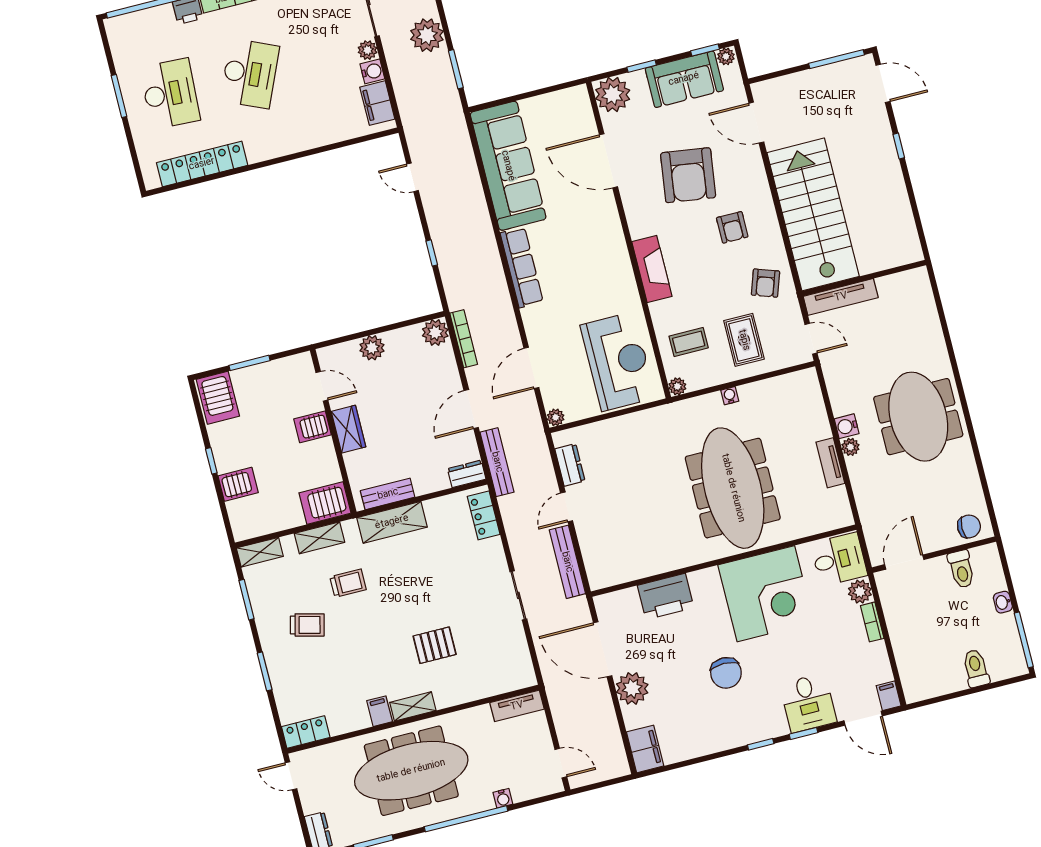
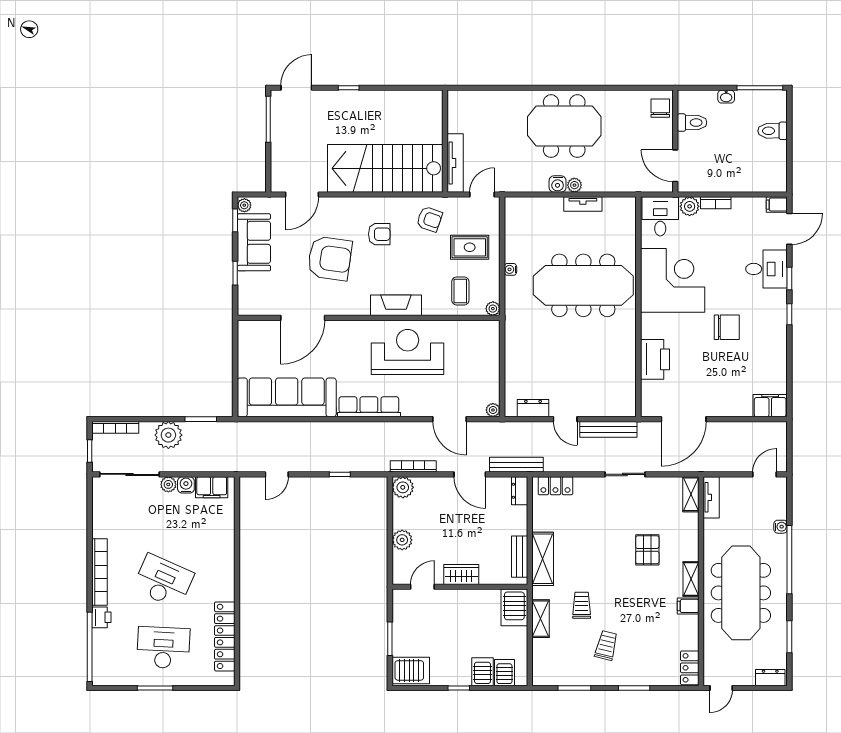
plant: (613, 95) -> (252, 301), removed
reception desk: (618, 362) -> (408, 352), moved
server rack: (312, 427) -> (504, 673), moved, turned 180
shelving: (260, 552) -> (691, 494), moved
plant: (632, 688) -> (720, 404), removed

